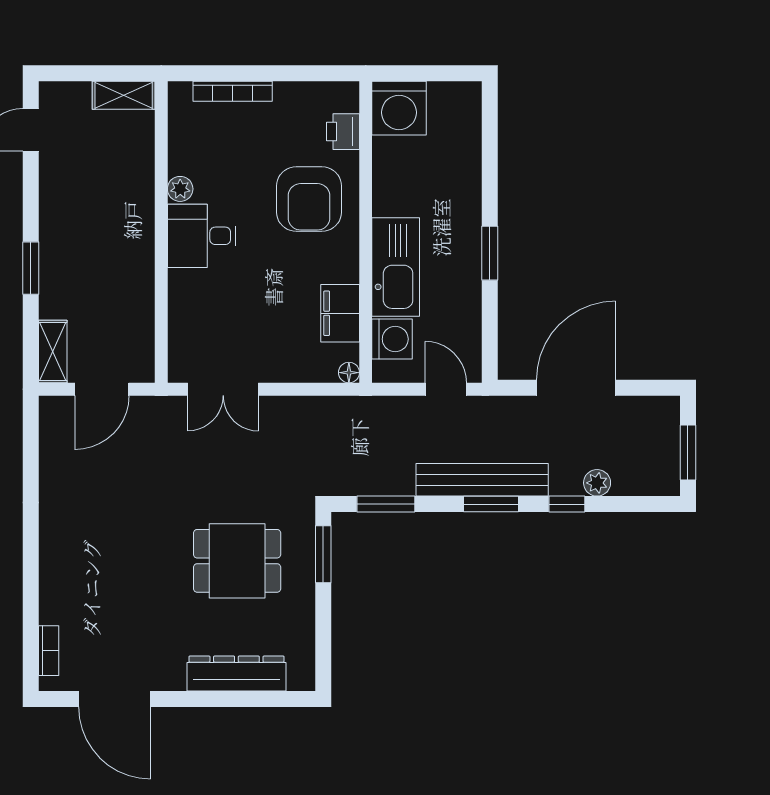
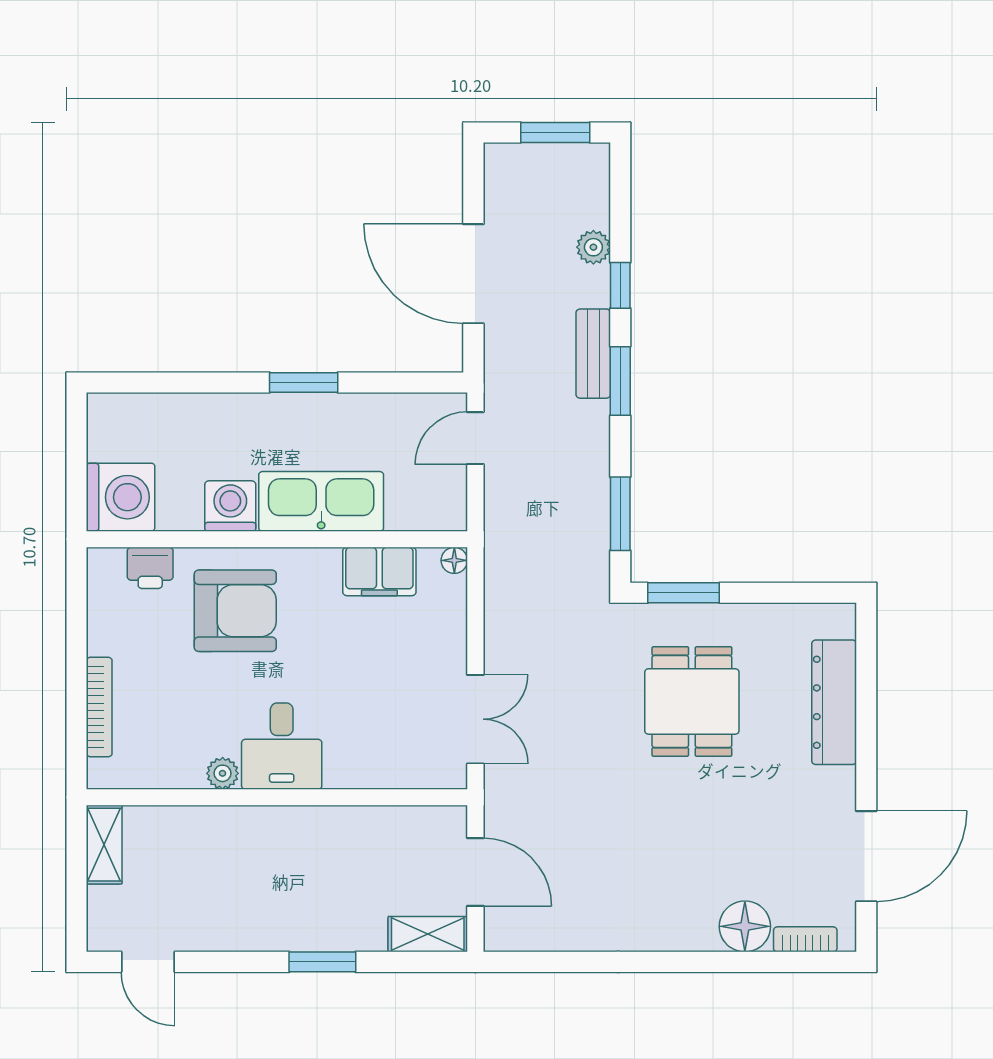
washing machine: (392, 339) -> (230, 506), moved
bench: (482, 480) -> (593, 354), width x0.54, depth x0.82
floor lamp: (59, 603) -> (745, 926), added

